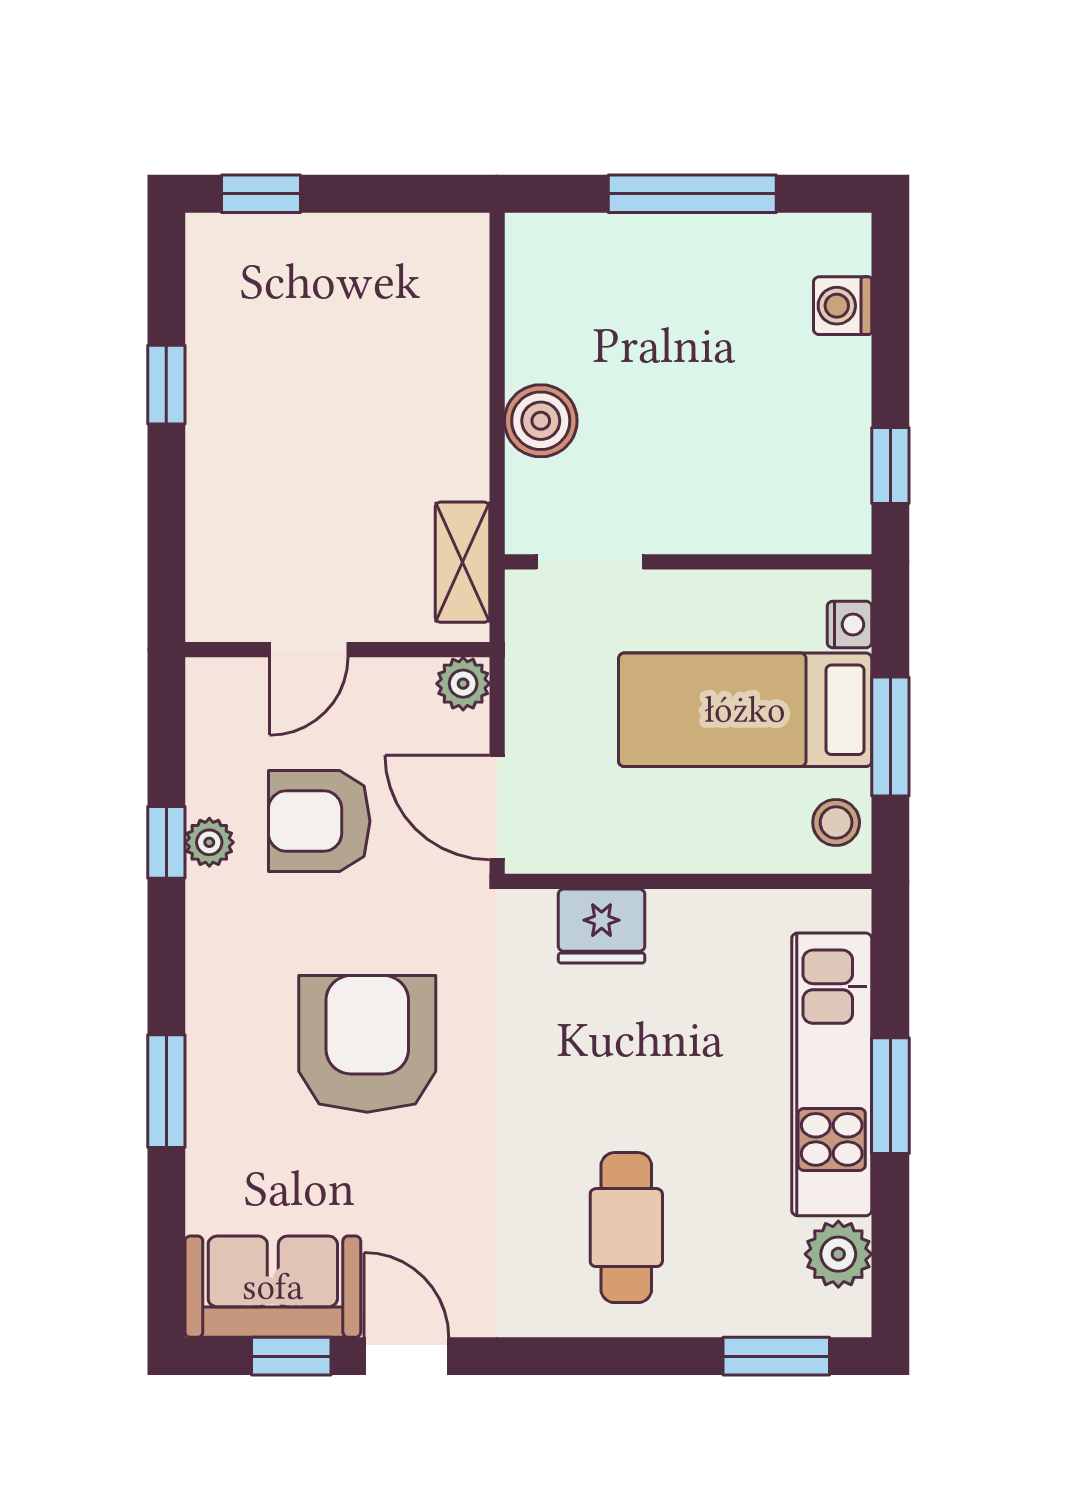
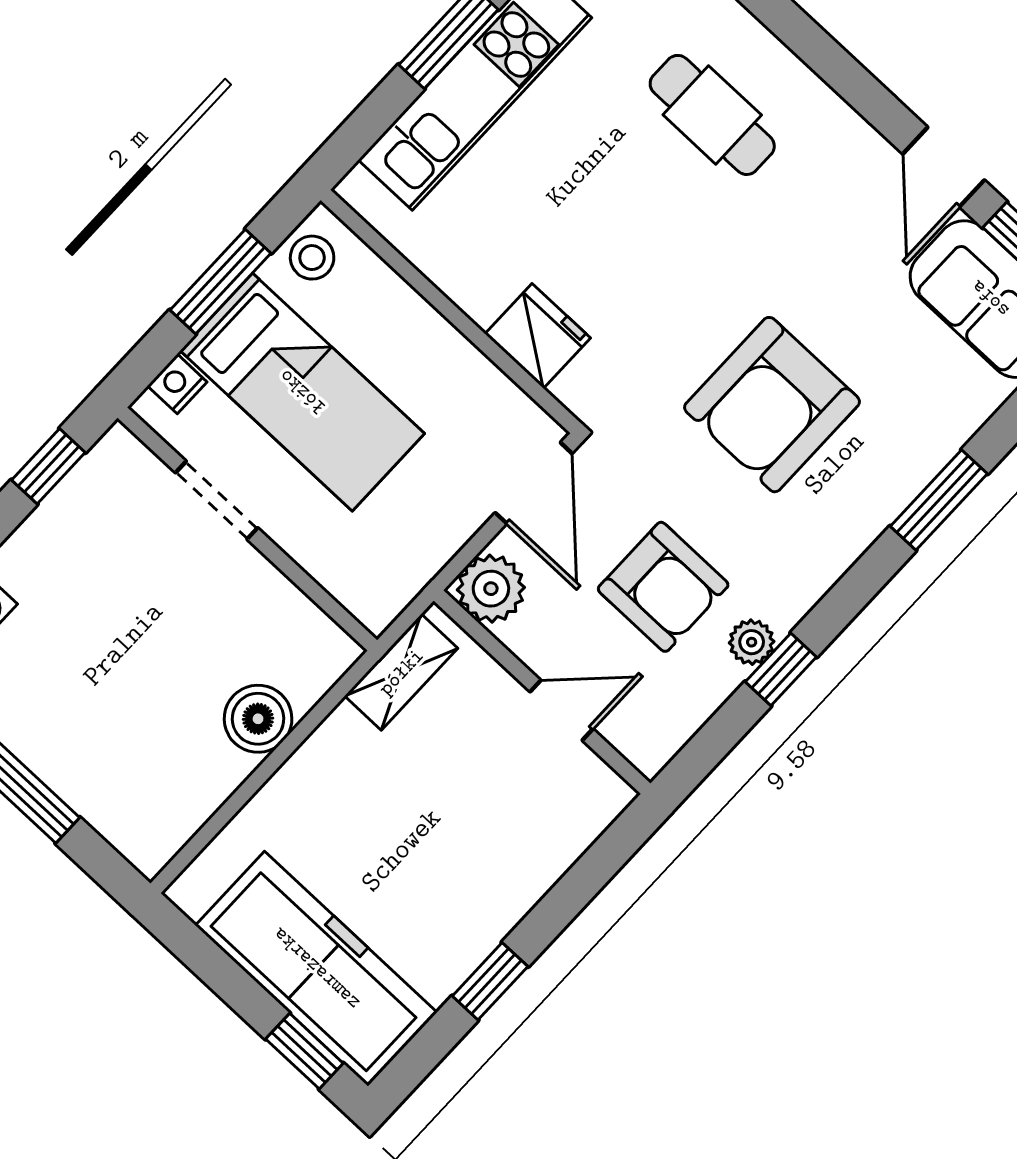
freezer: (312, 267) -> (316, 969), added
doorway: (590, 562) -> (217, 500), moved
plant: (463, 684) -> (491, 589), width x1.38, depth x1.38
cafe table: (626, 1228) -> (712, 115), turned 90

